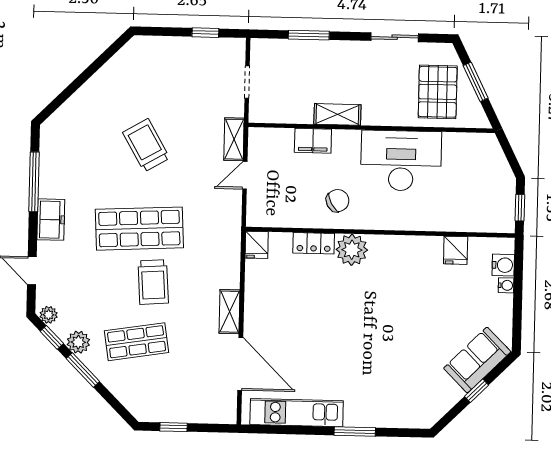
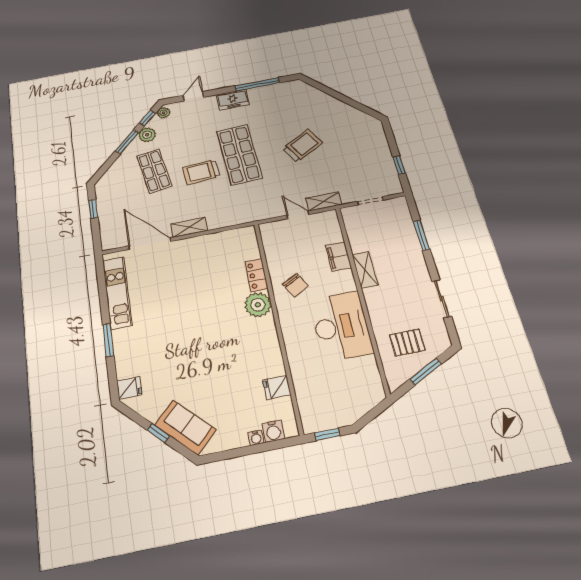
pallet: (438, 92) -> (407, 342), width x0.67, depth x0.71
fridge: (257, 245) -> (129, 388), moved, turned 180
door: (240, 364) -> (150, 244), swing flipped

